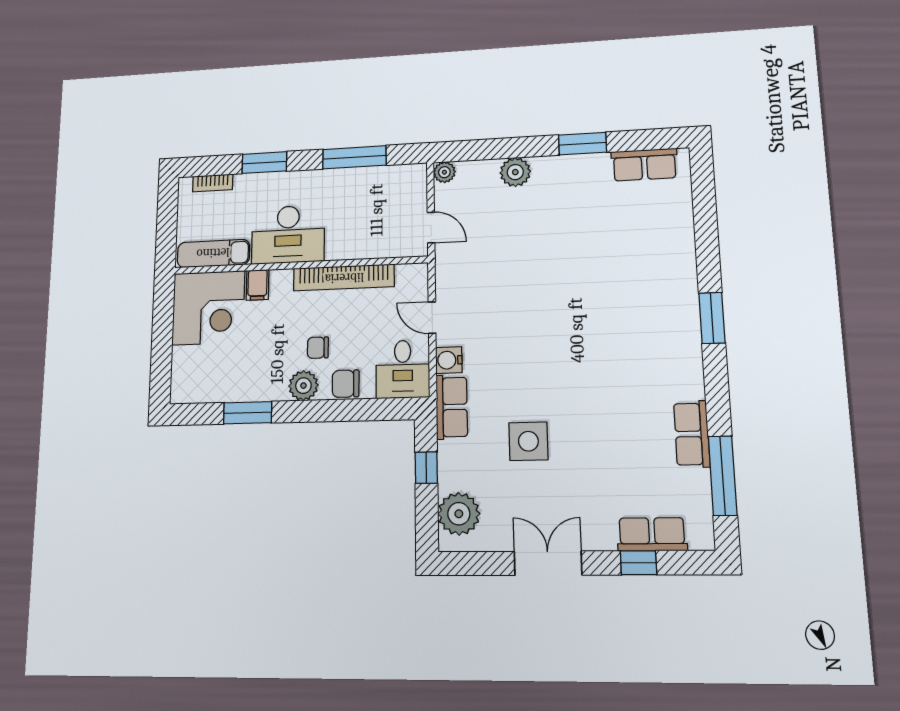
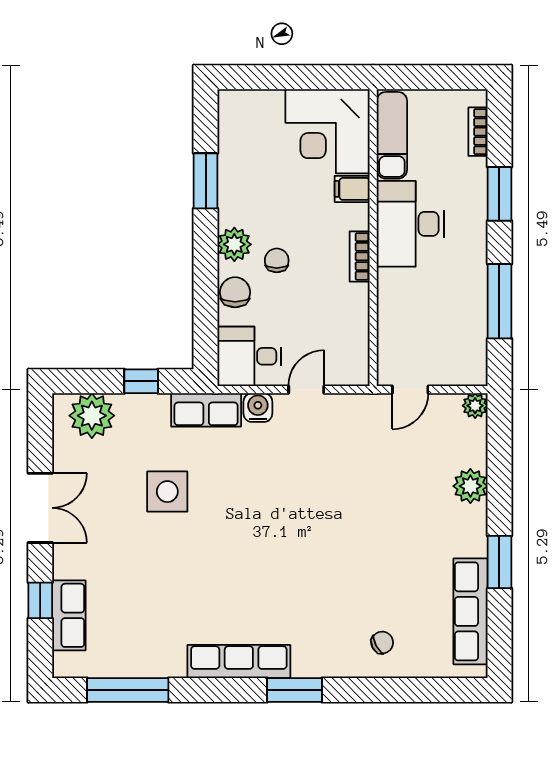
row of seats: (644, 165) -> (471, 611), width x1.48
chair: (662, 241) -> (382, 643), added
bookcase: (344, 278) -> (360, 256), width x0.43, depth x0.76
row of seats: (692, 434) -> (239, 662), moved, width x1.48

